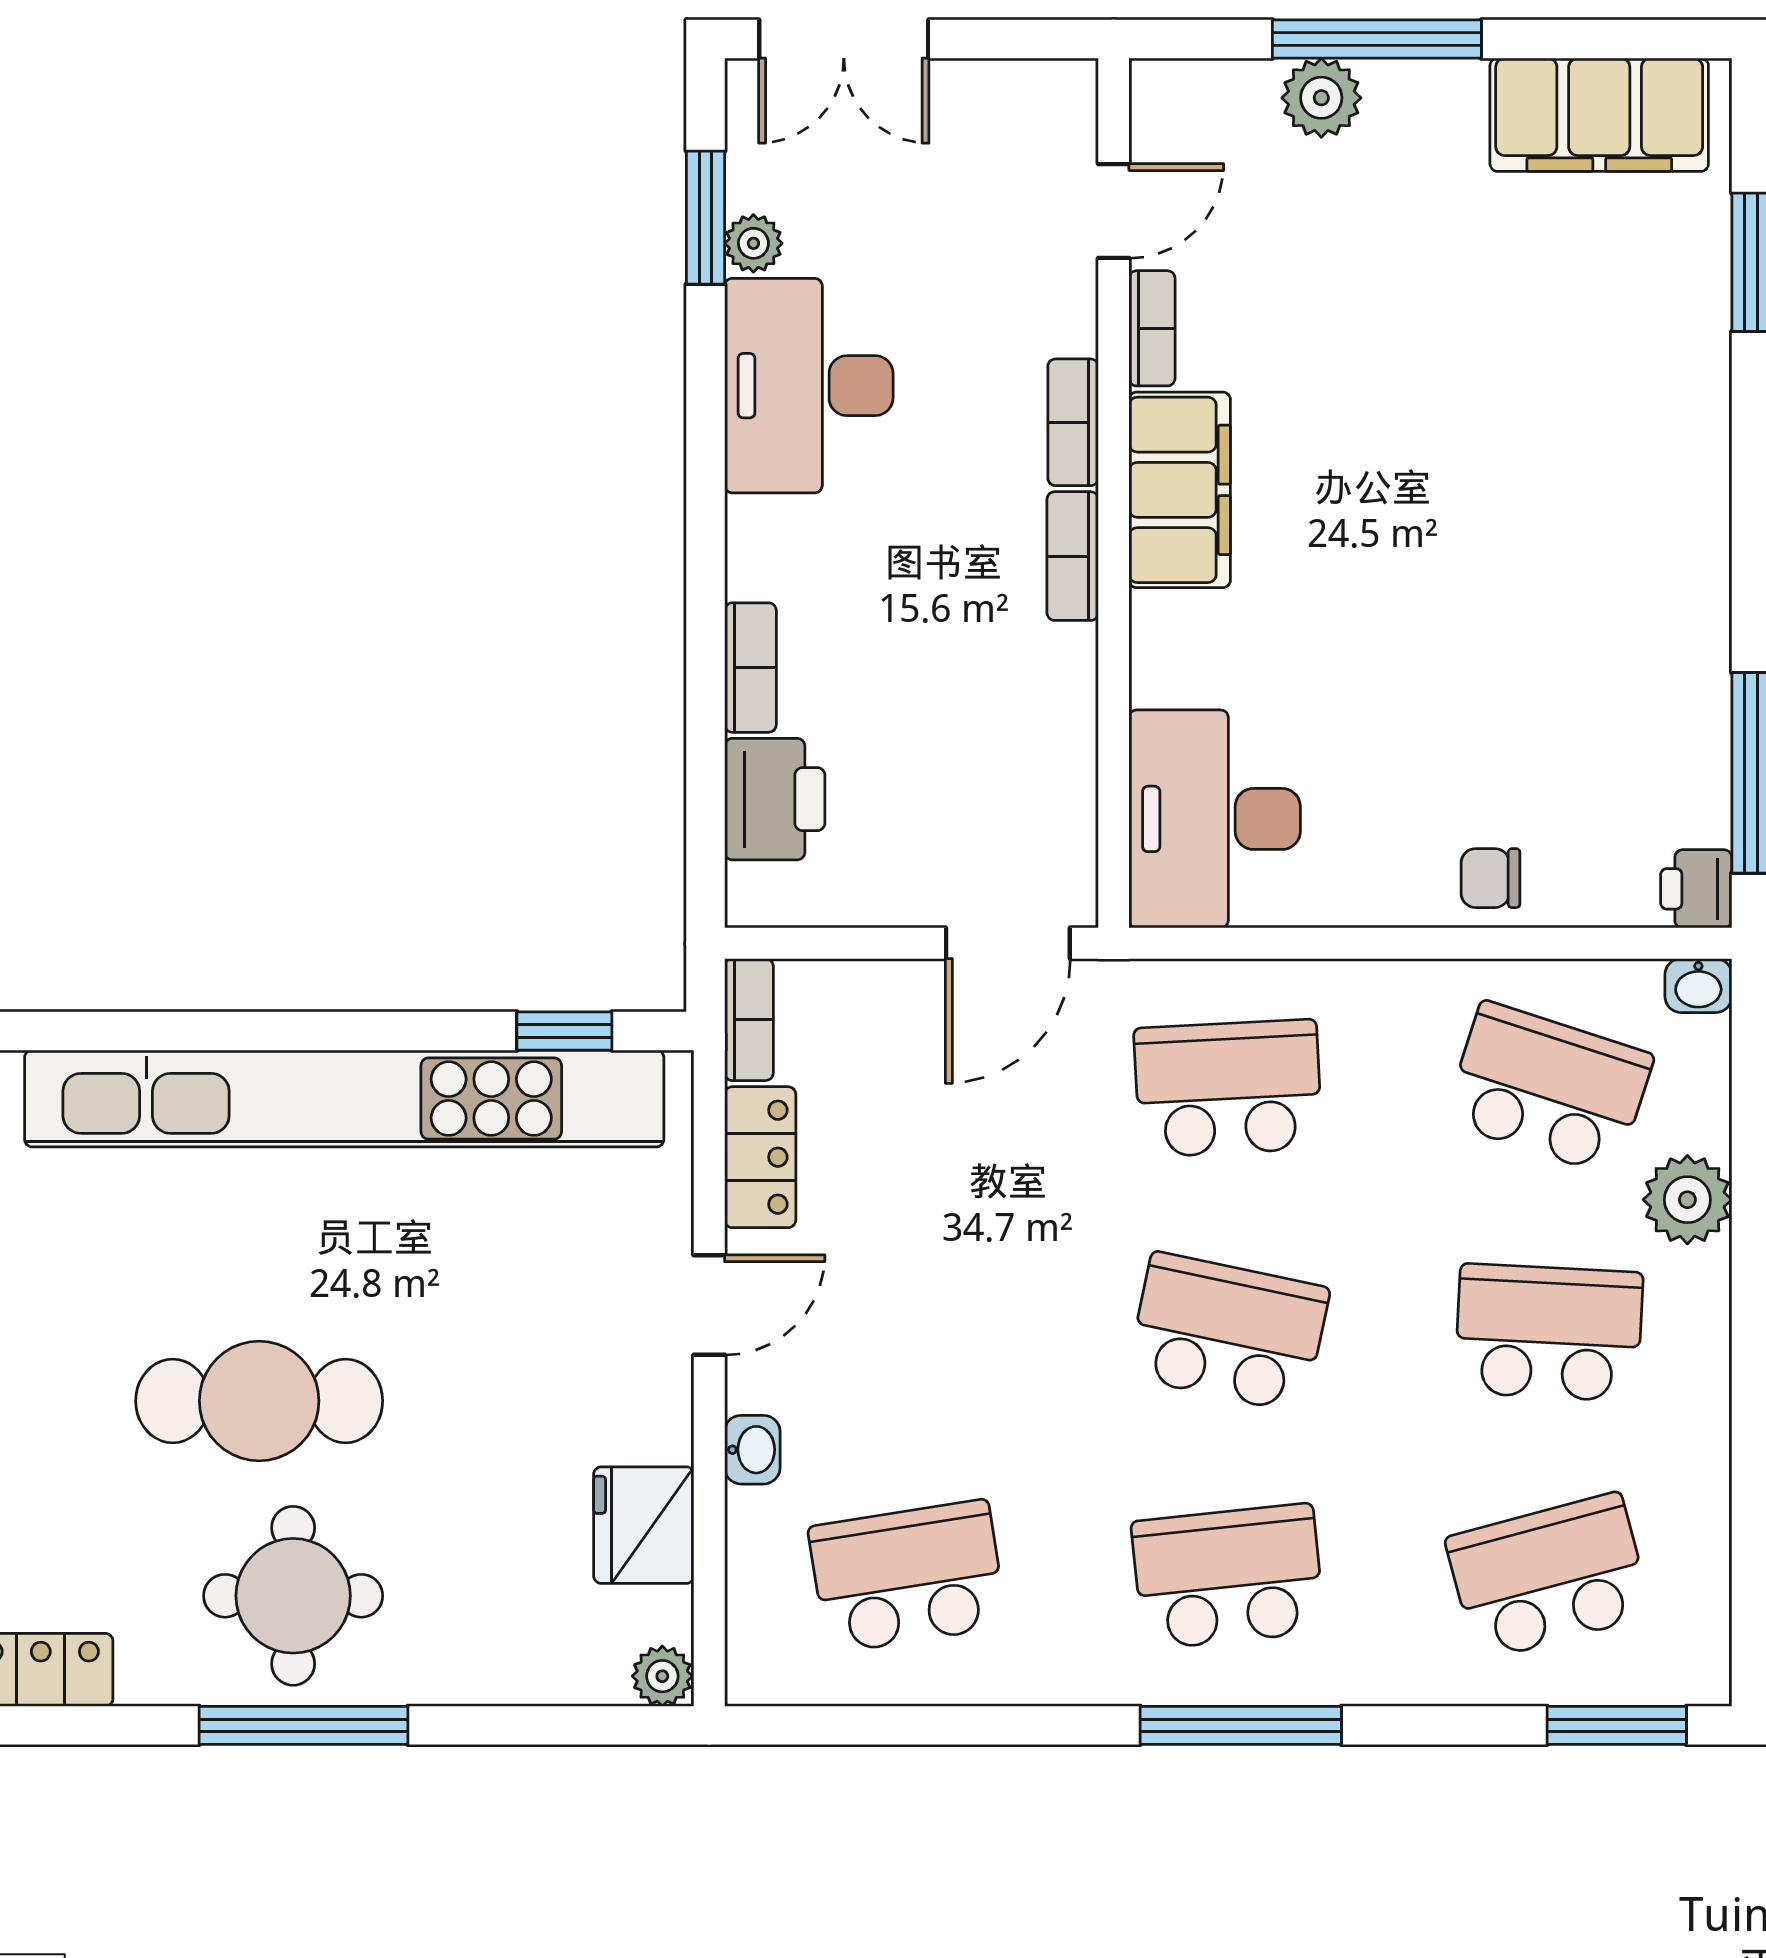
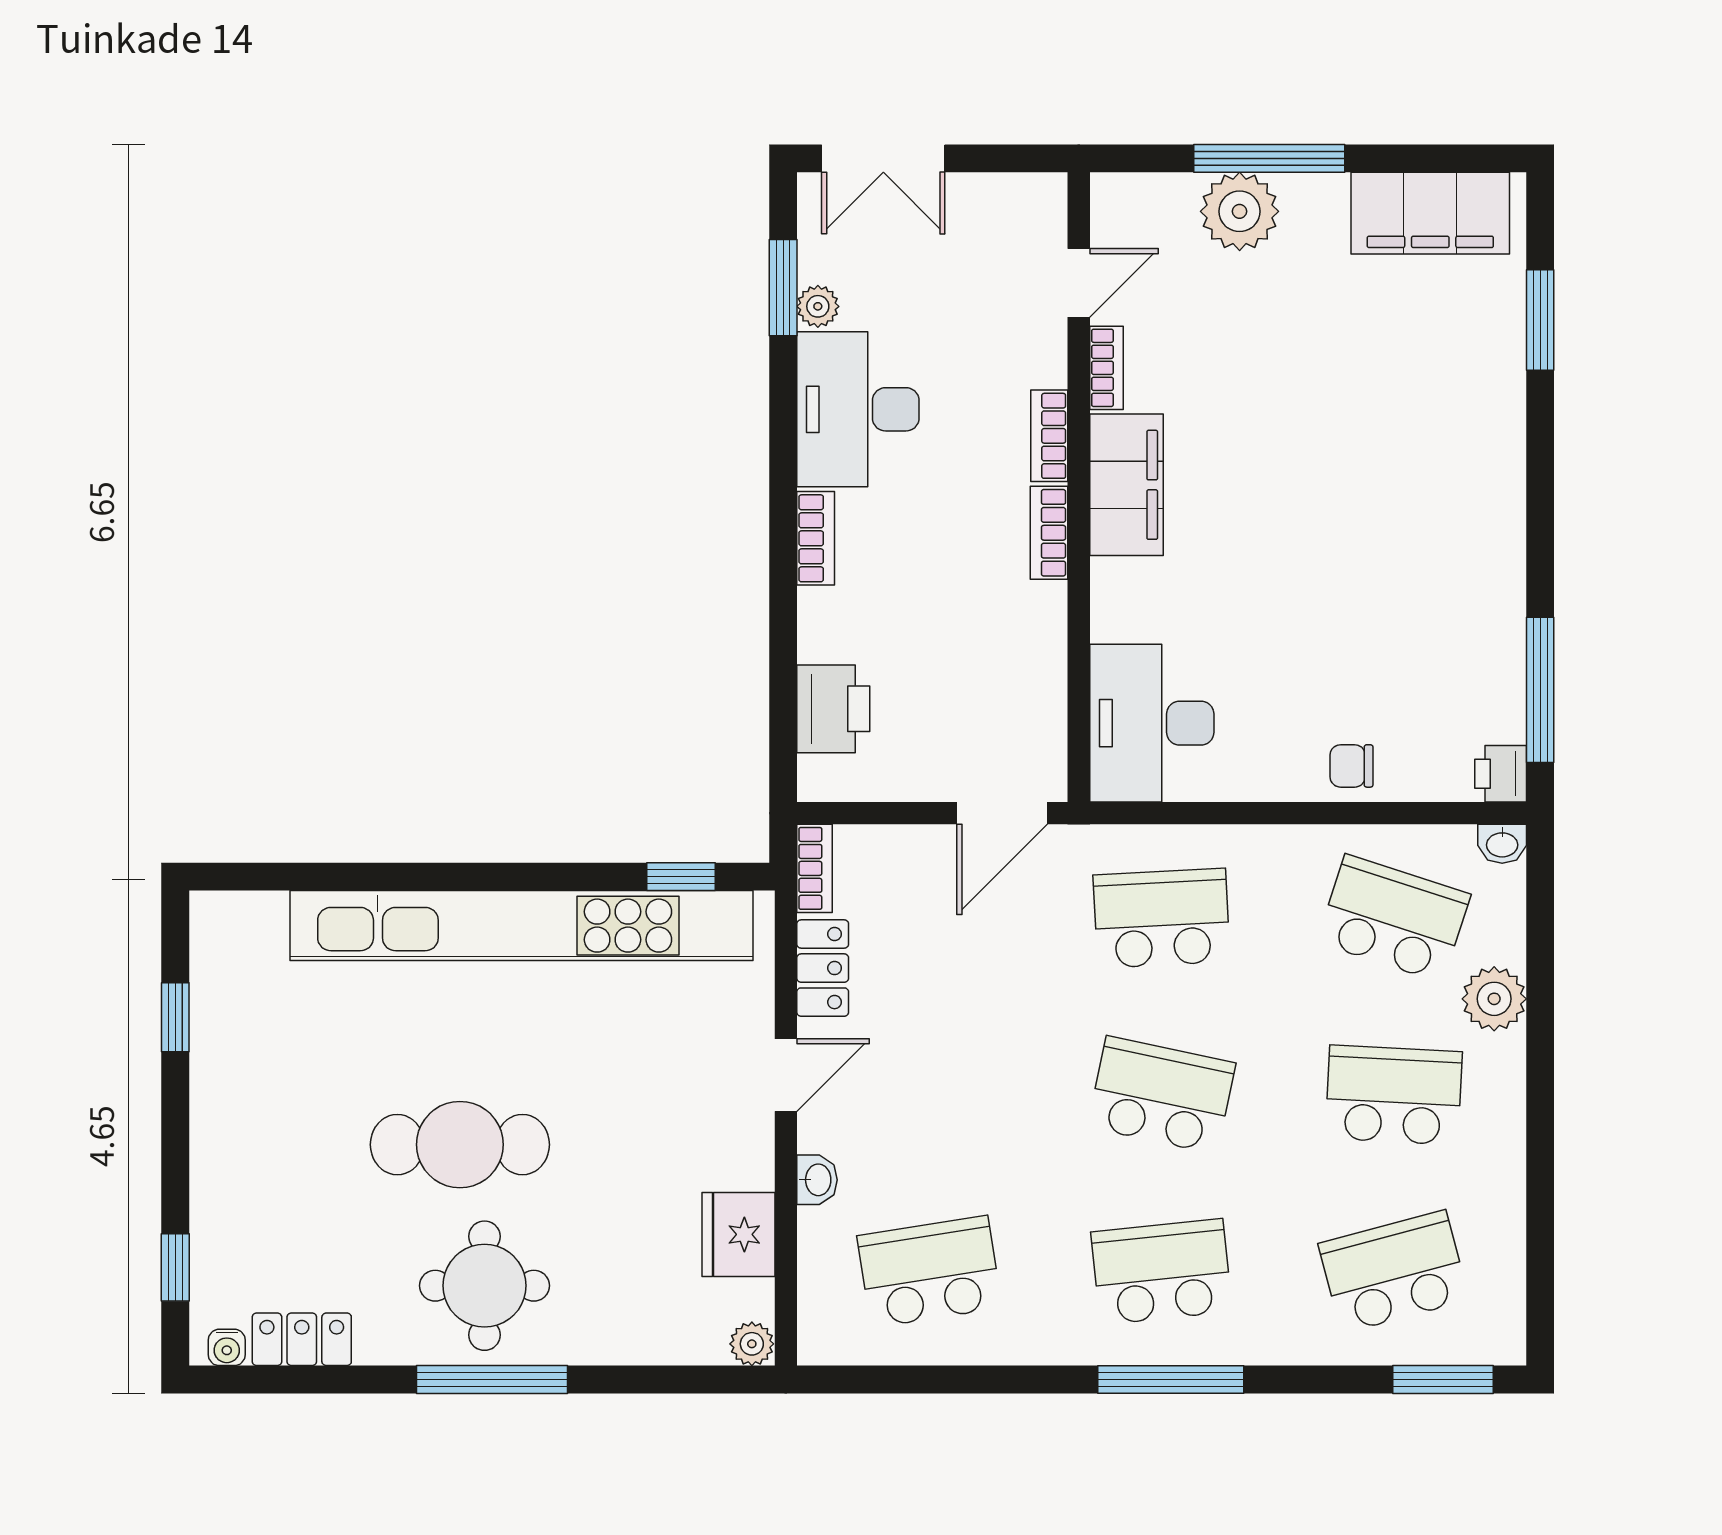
plant: (1321, 98) -> (1240, 211), width x1.36, depth x1.36
bookcase: (750, 668) -> (816, 538), moved

